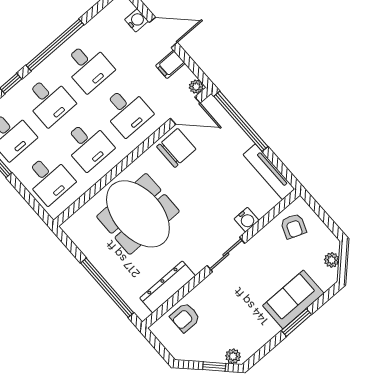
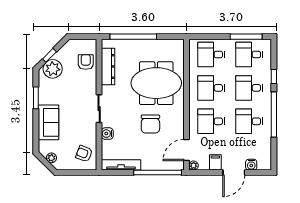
chair: (176, 148) -> (150, 124), moved
window: (296, 323) -> (36, 98), moved
plant: (233, 356) -> (53, 69), width x1.88, depth x1.88

